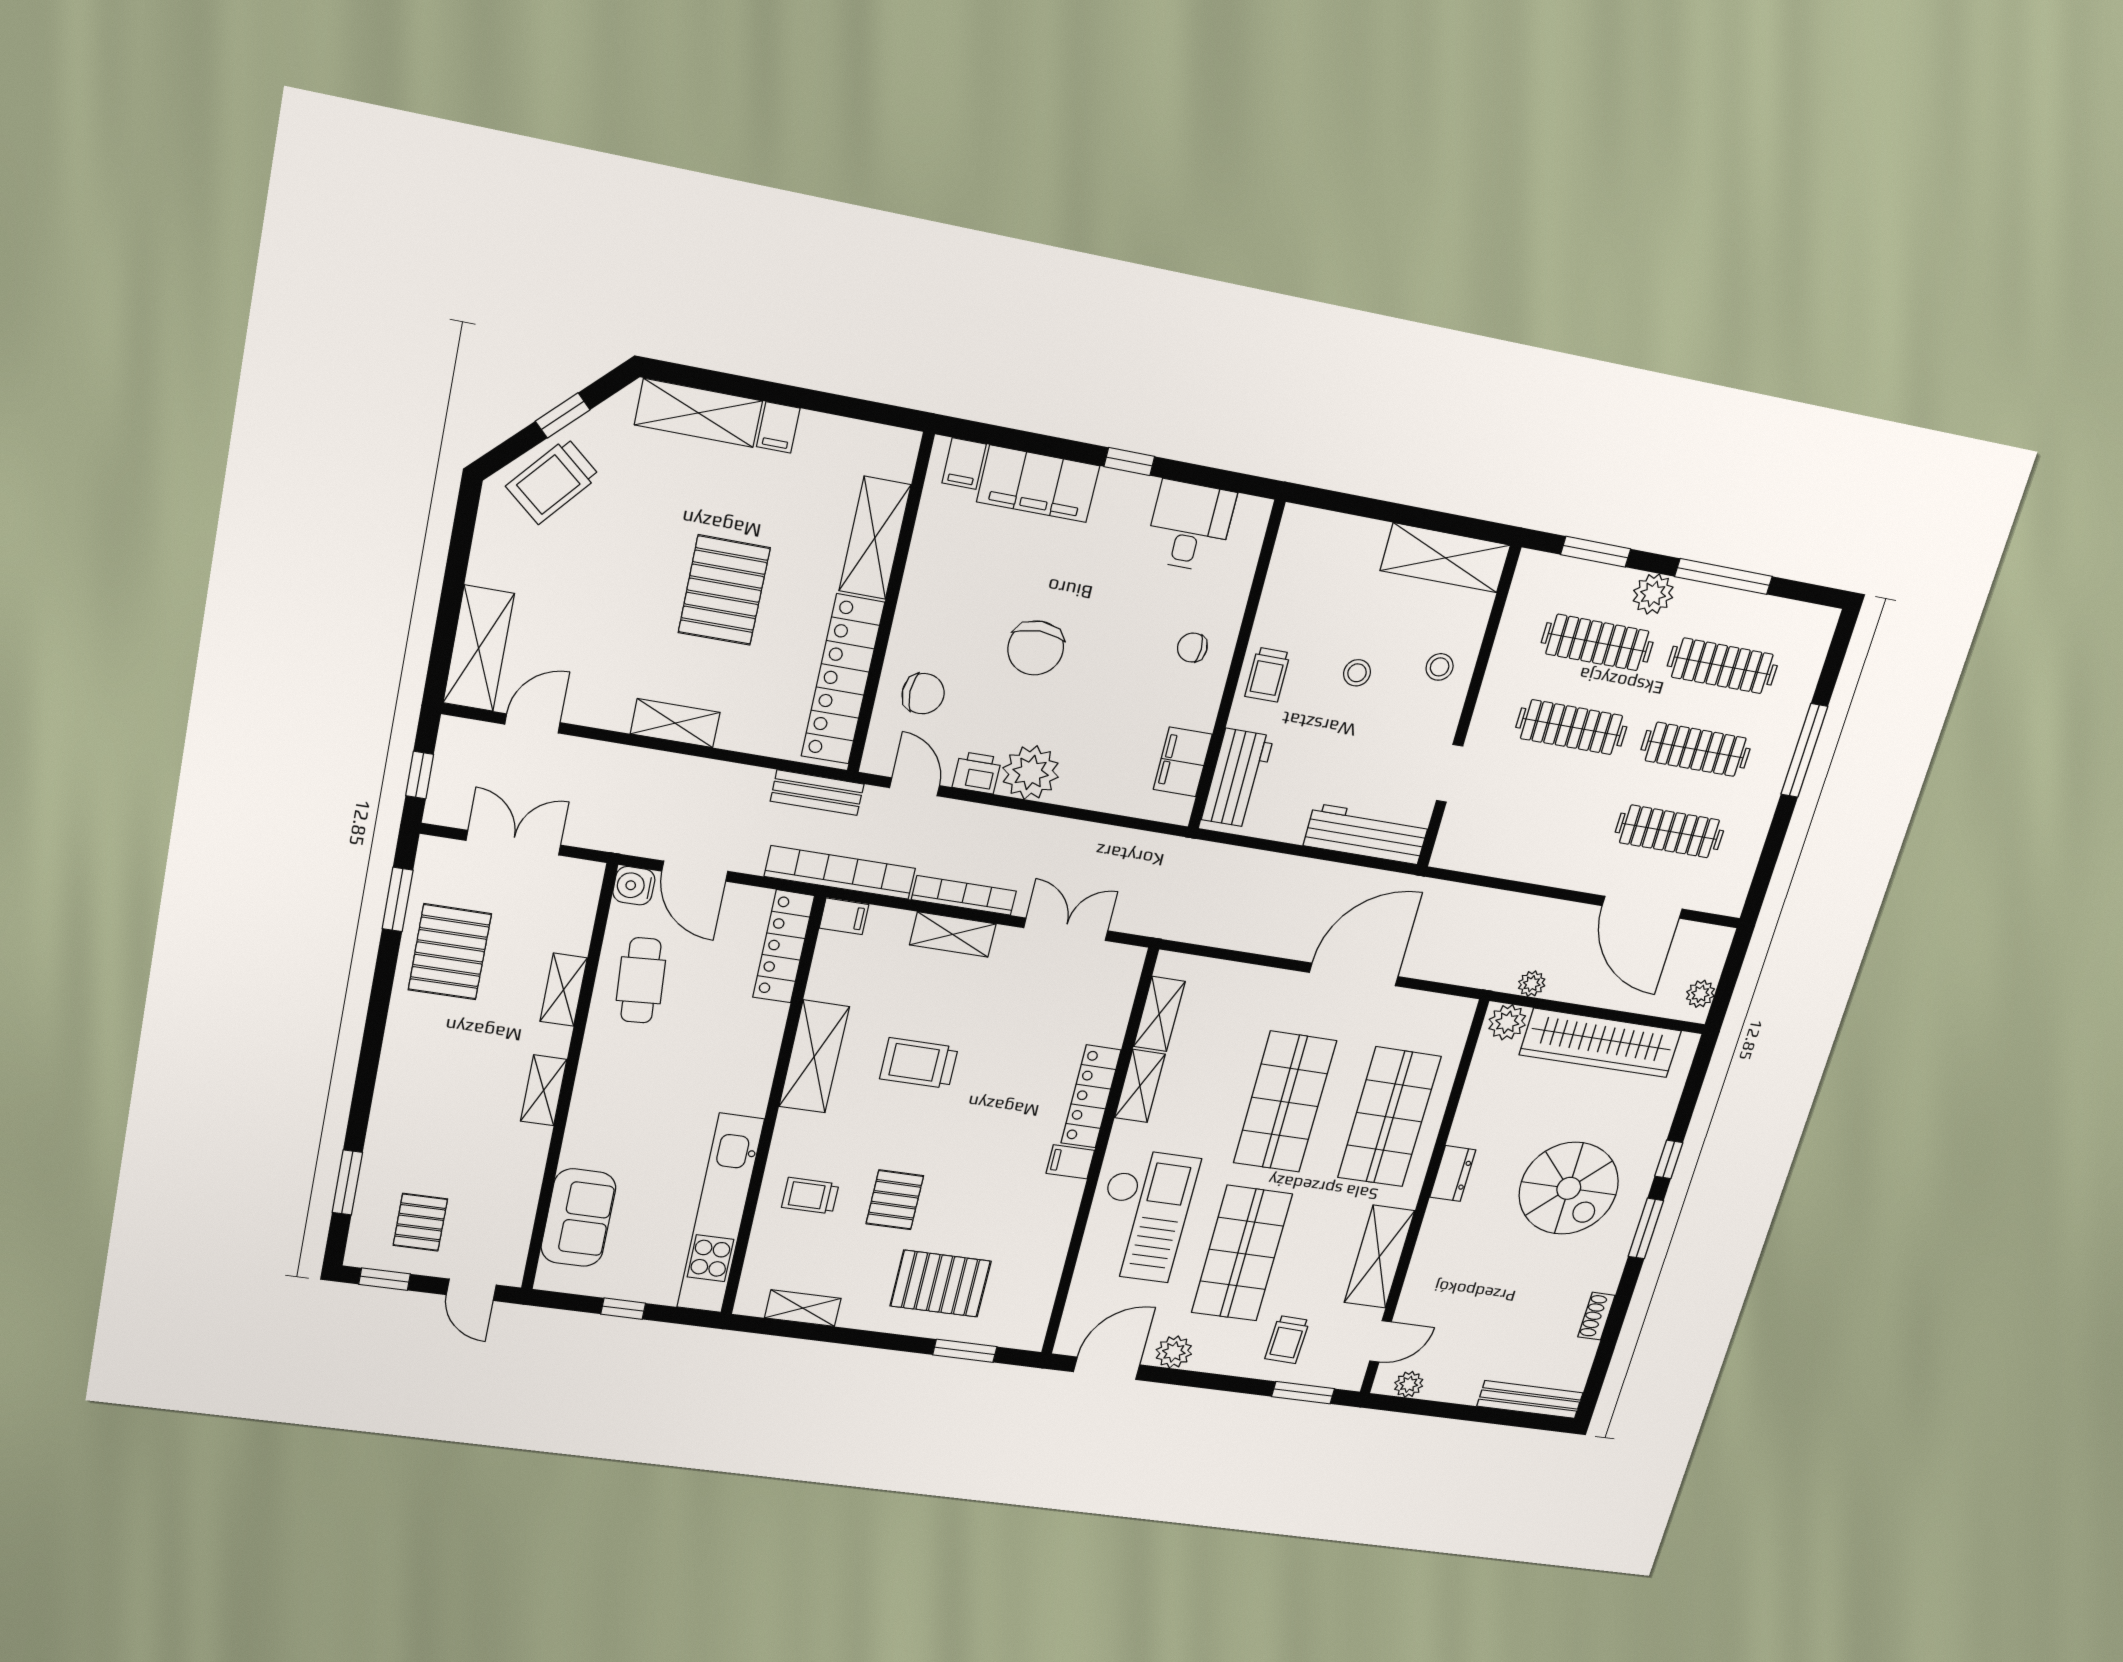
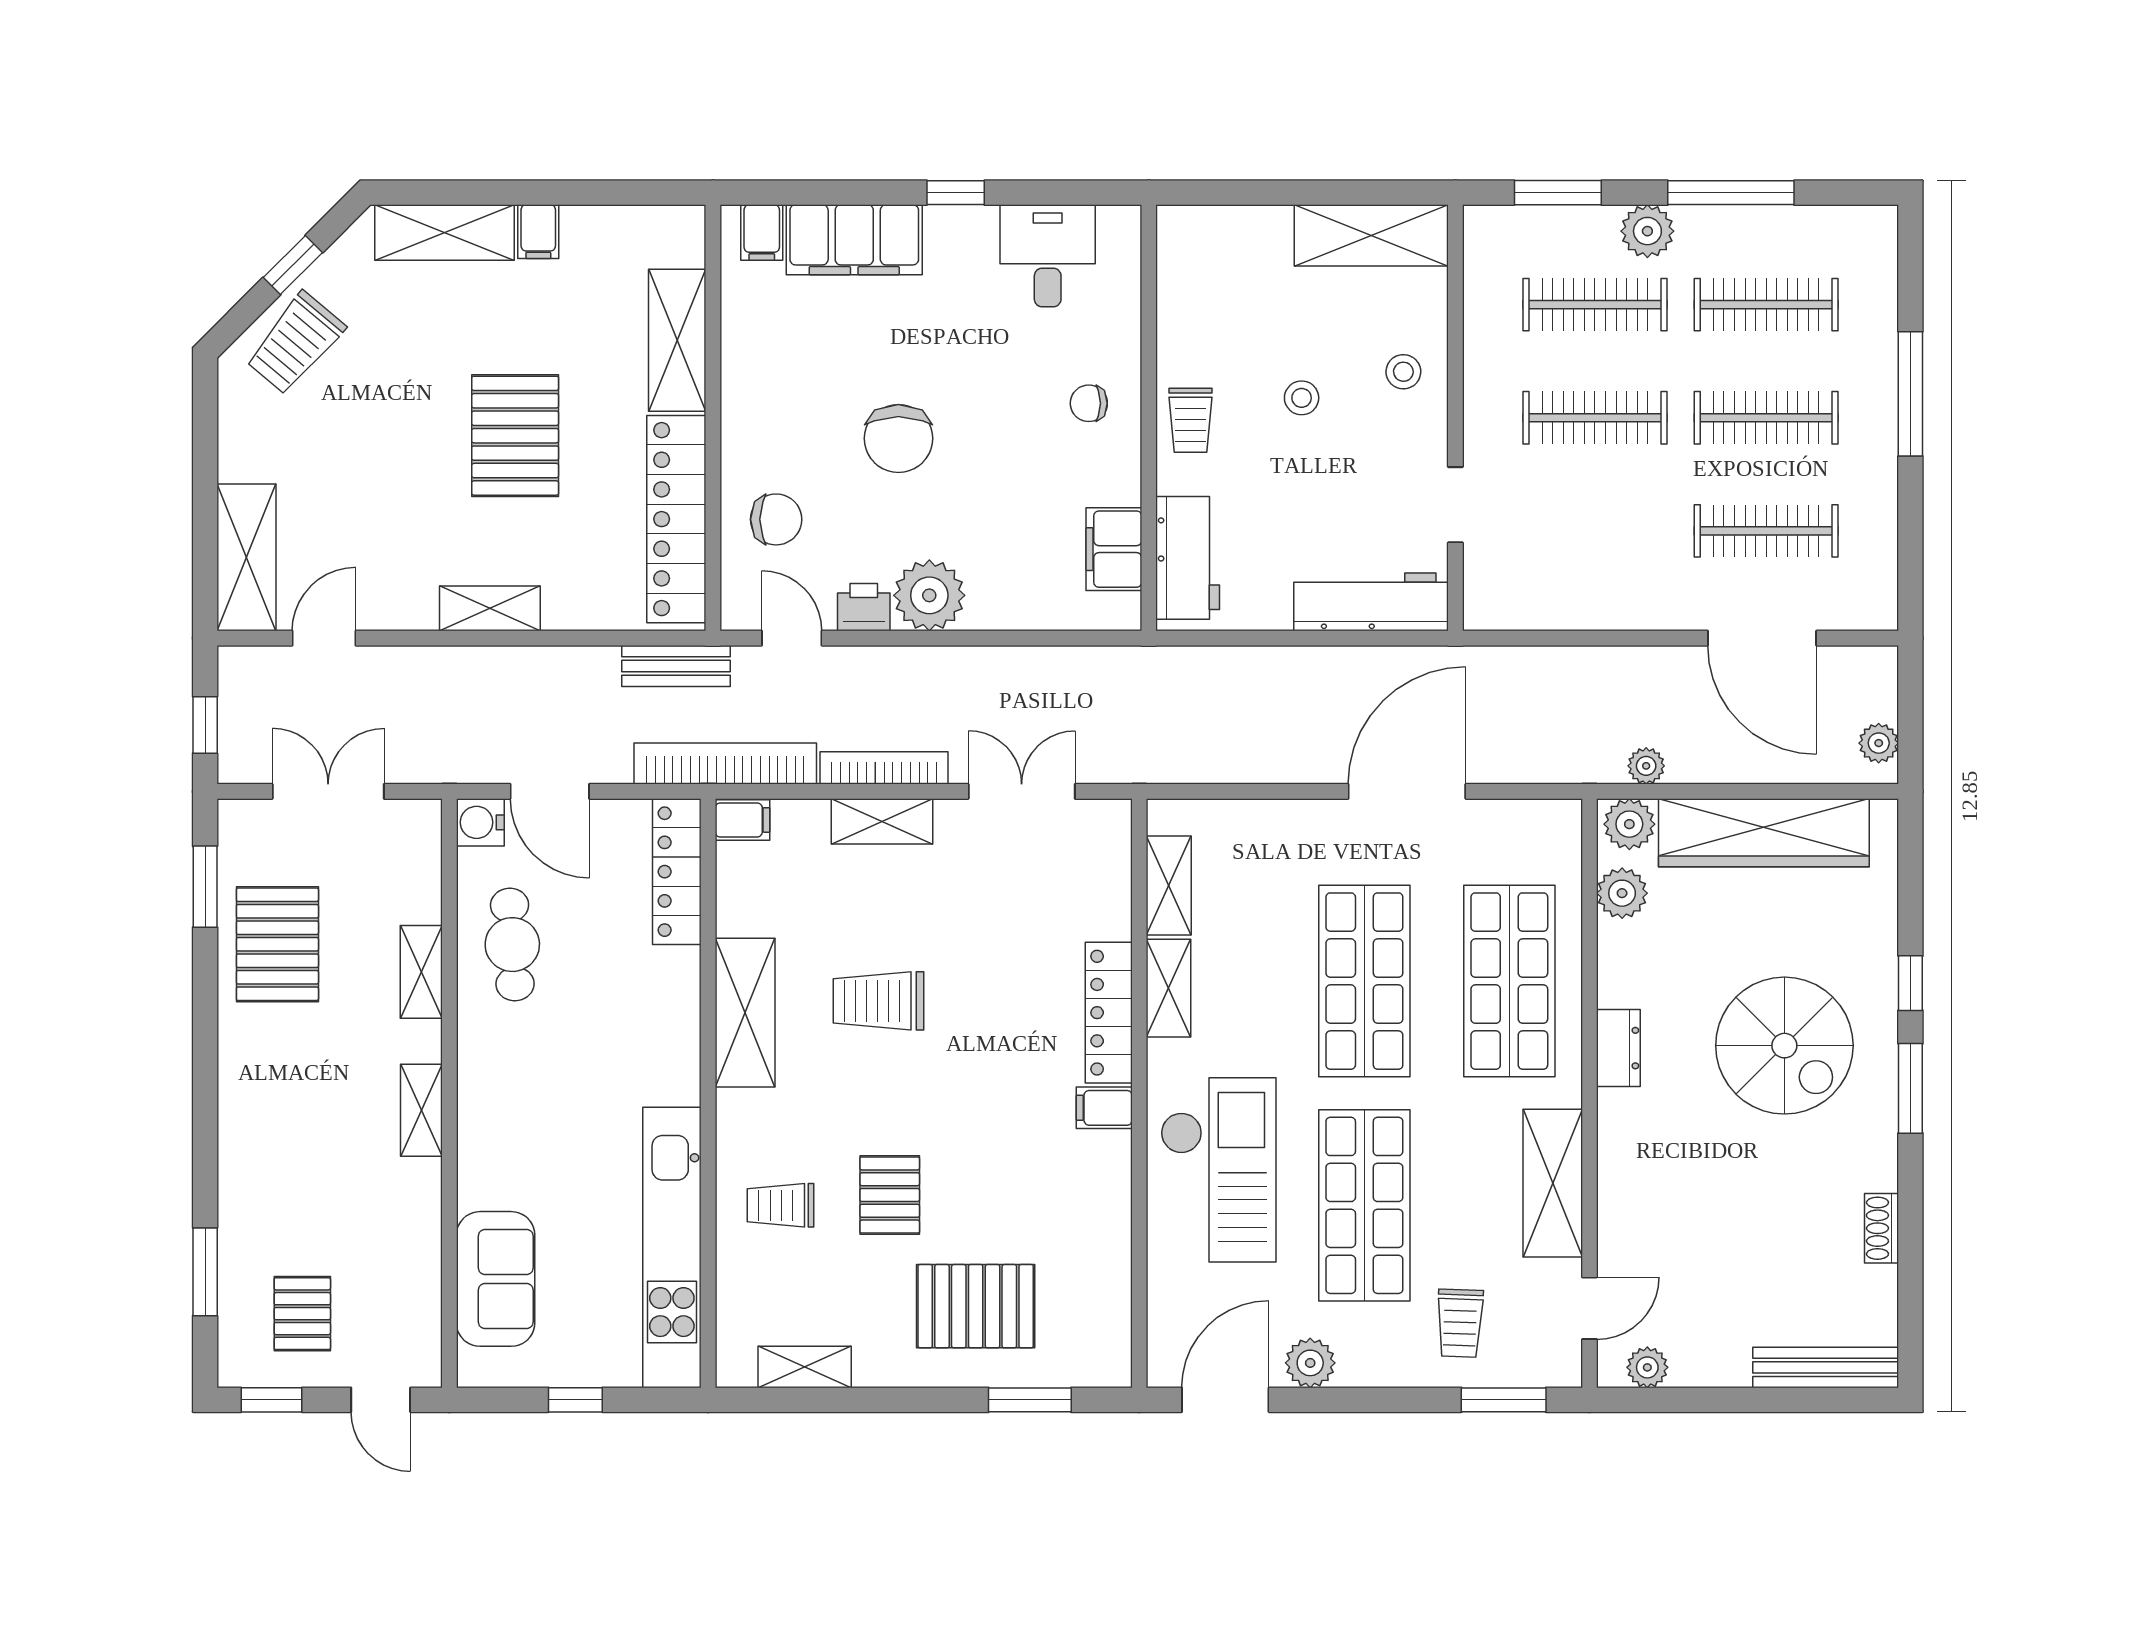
plant: (1487, 1069) -> (1622, 893), added

